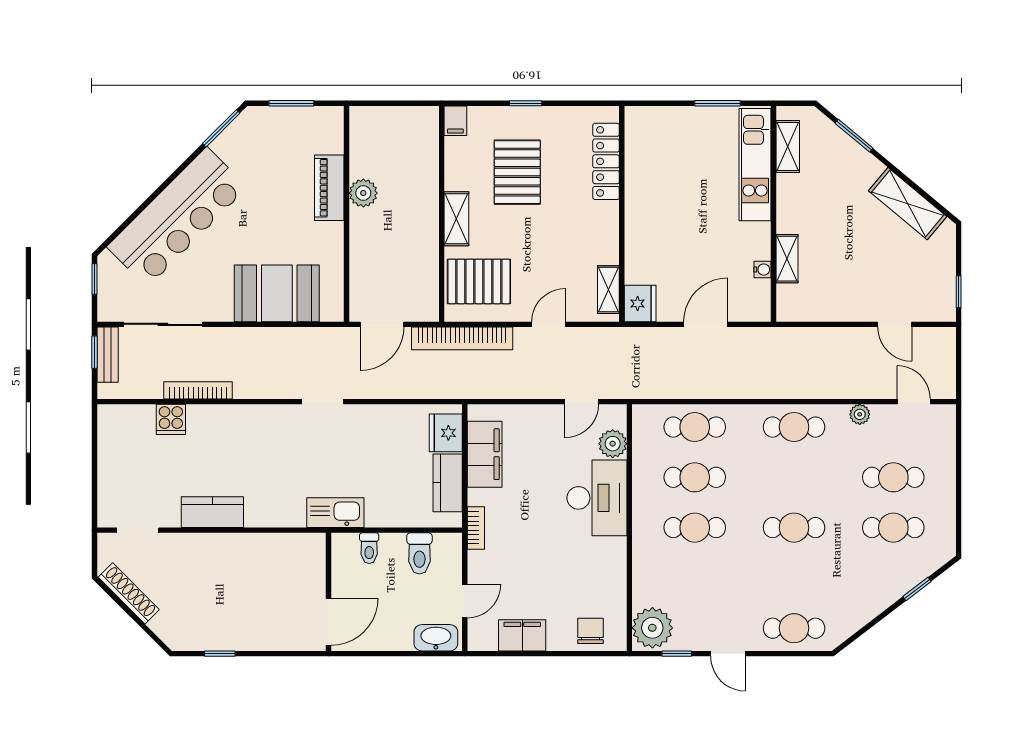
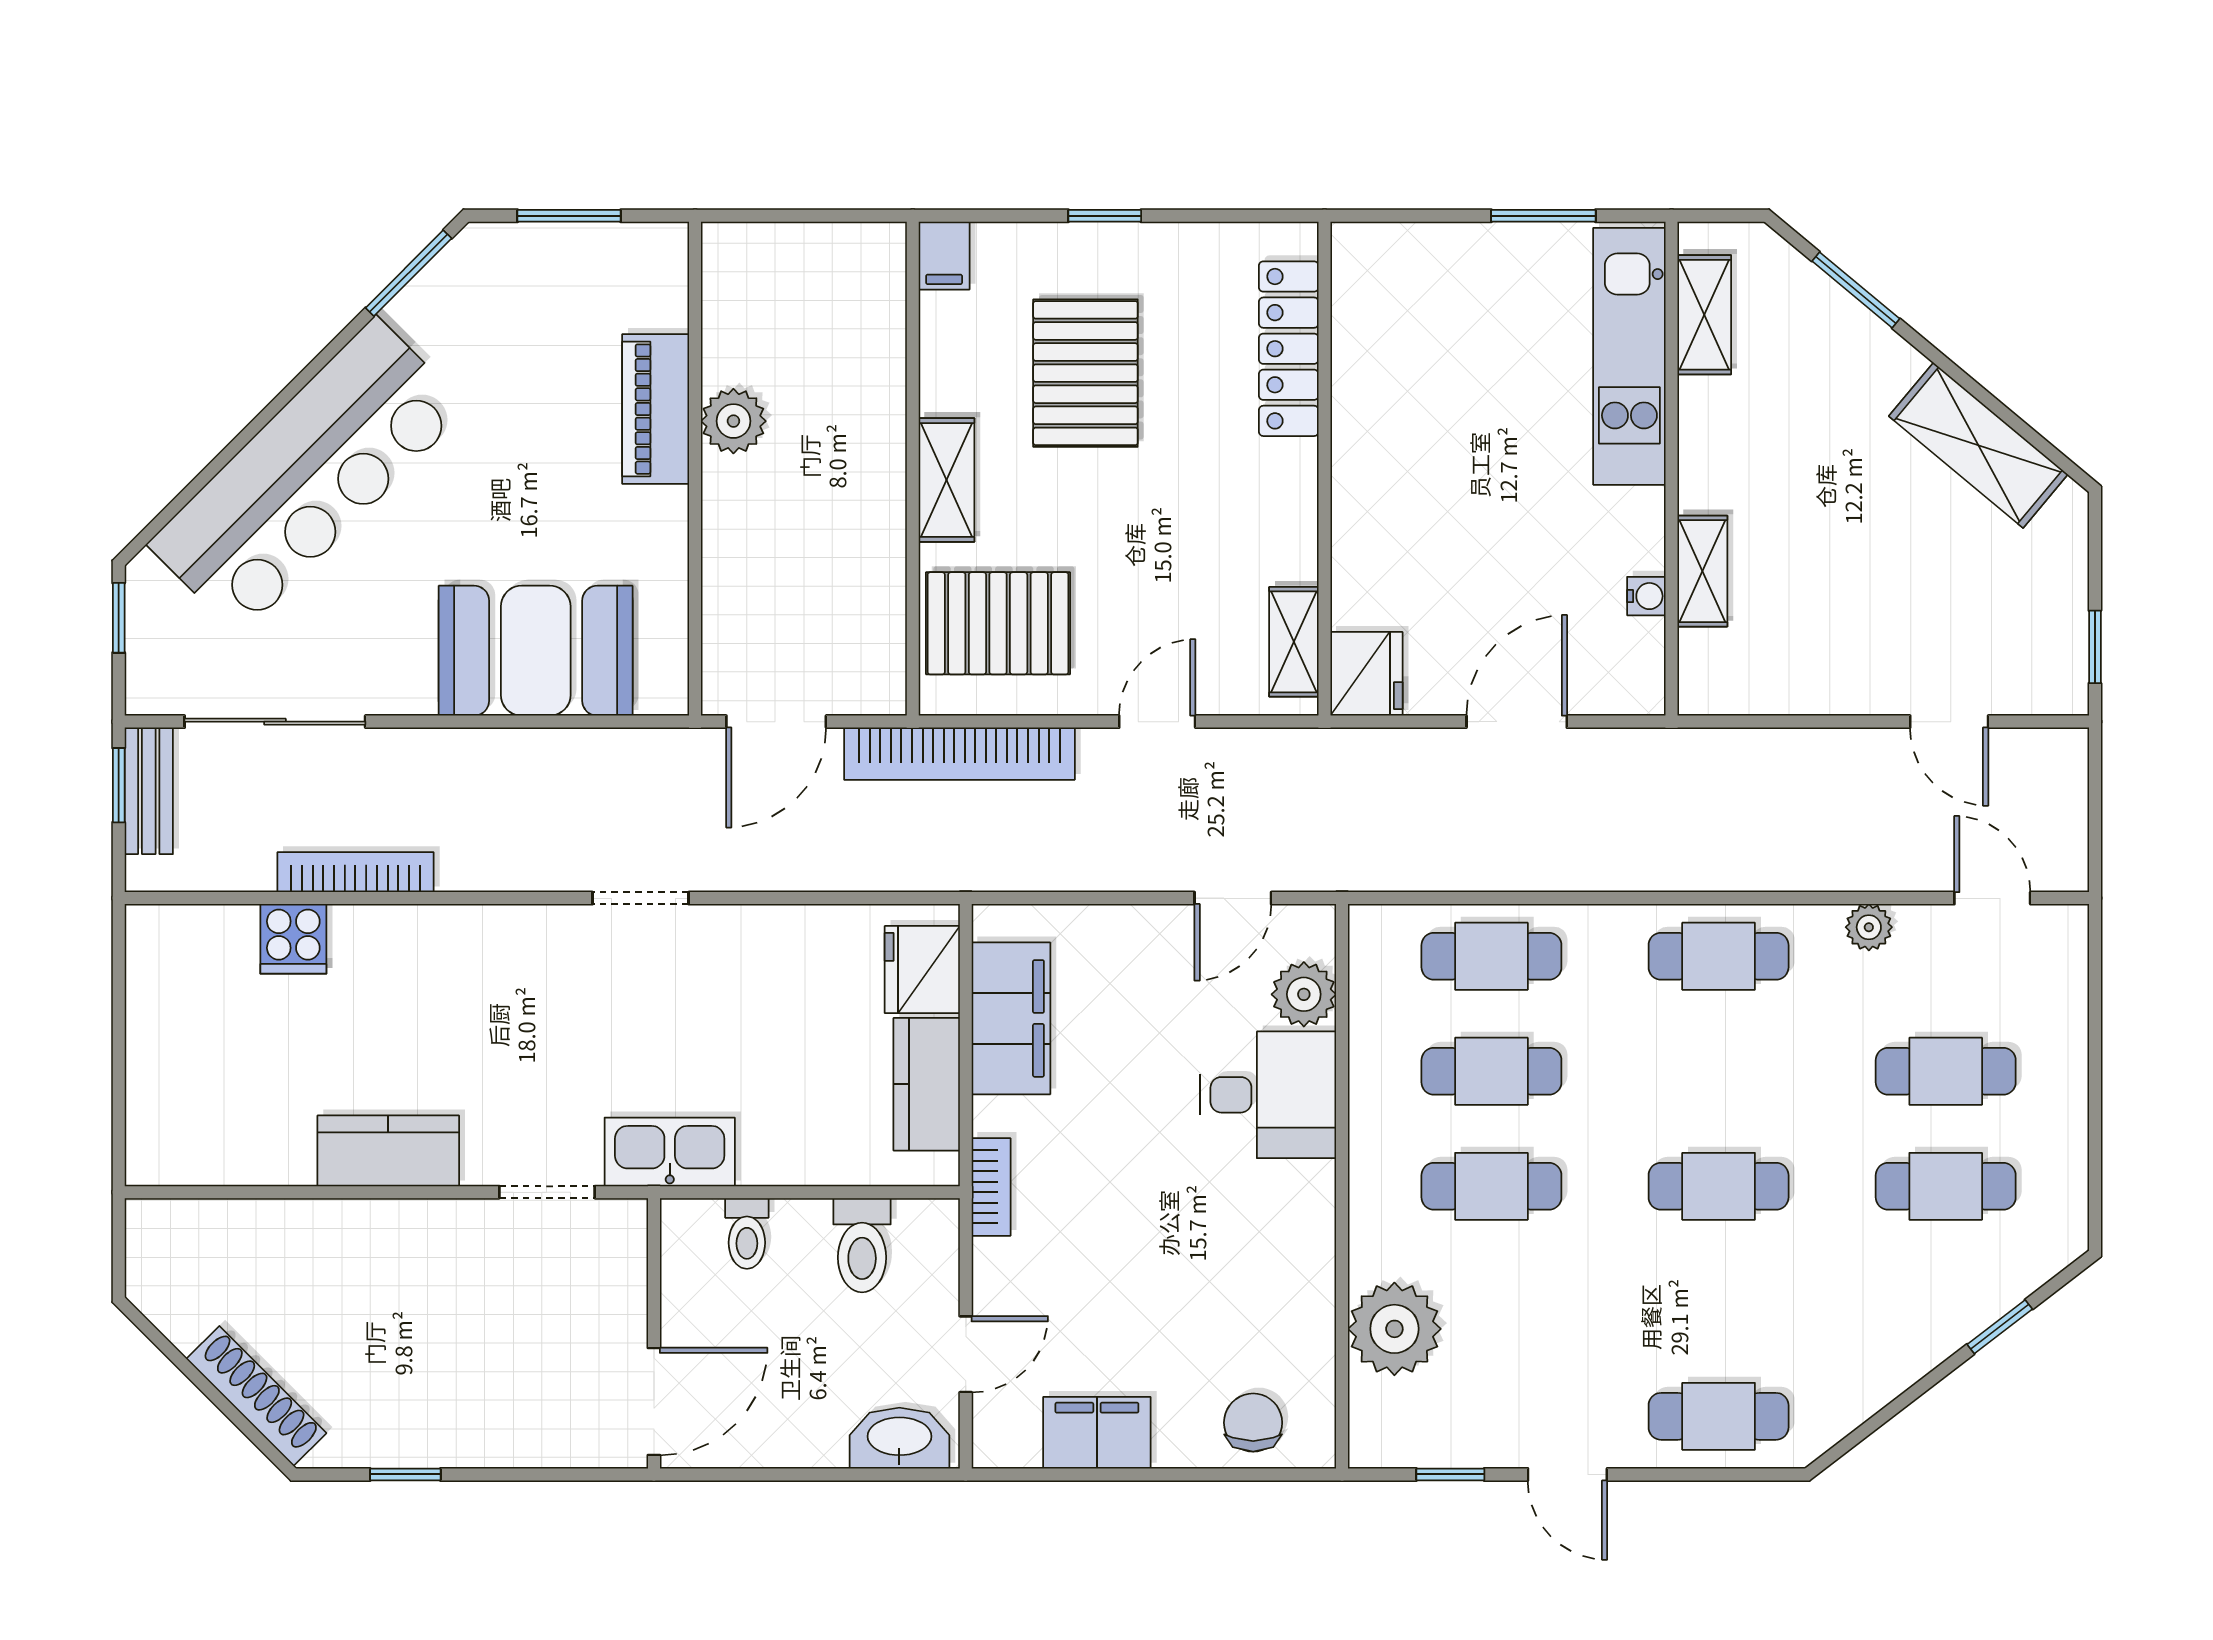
desk: (597, 498) -> (1268, 1095), width x0.73
doorway: (138, 530) -> (547, 1192), moved
shoe rack: (129, 593) -> (256, 1396), moved
plant: (652, 628) -> (1394, 1329), moved

